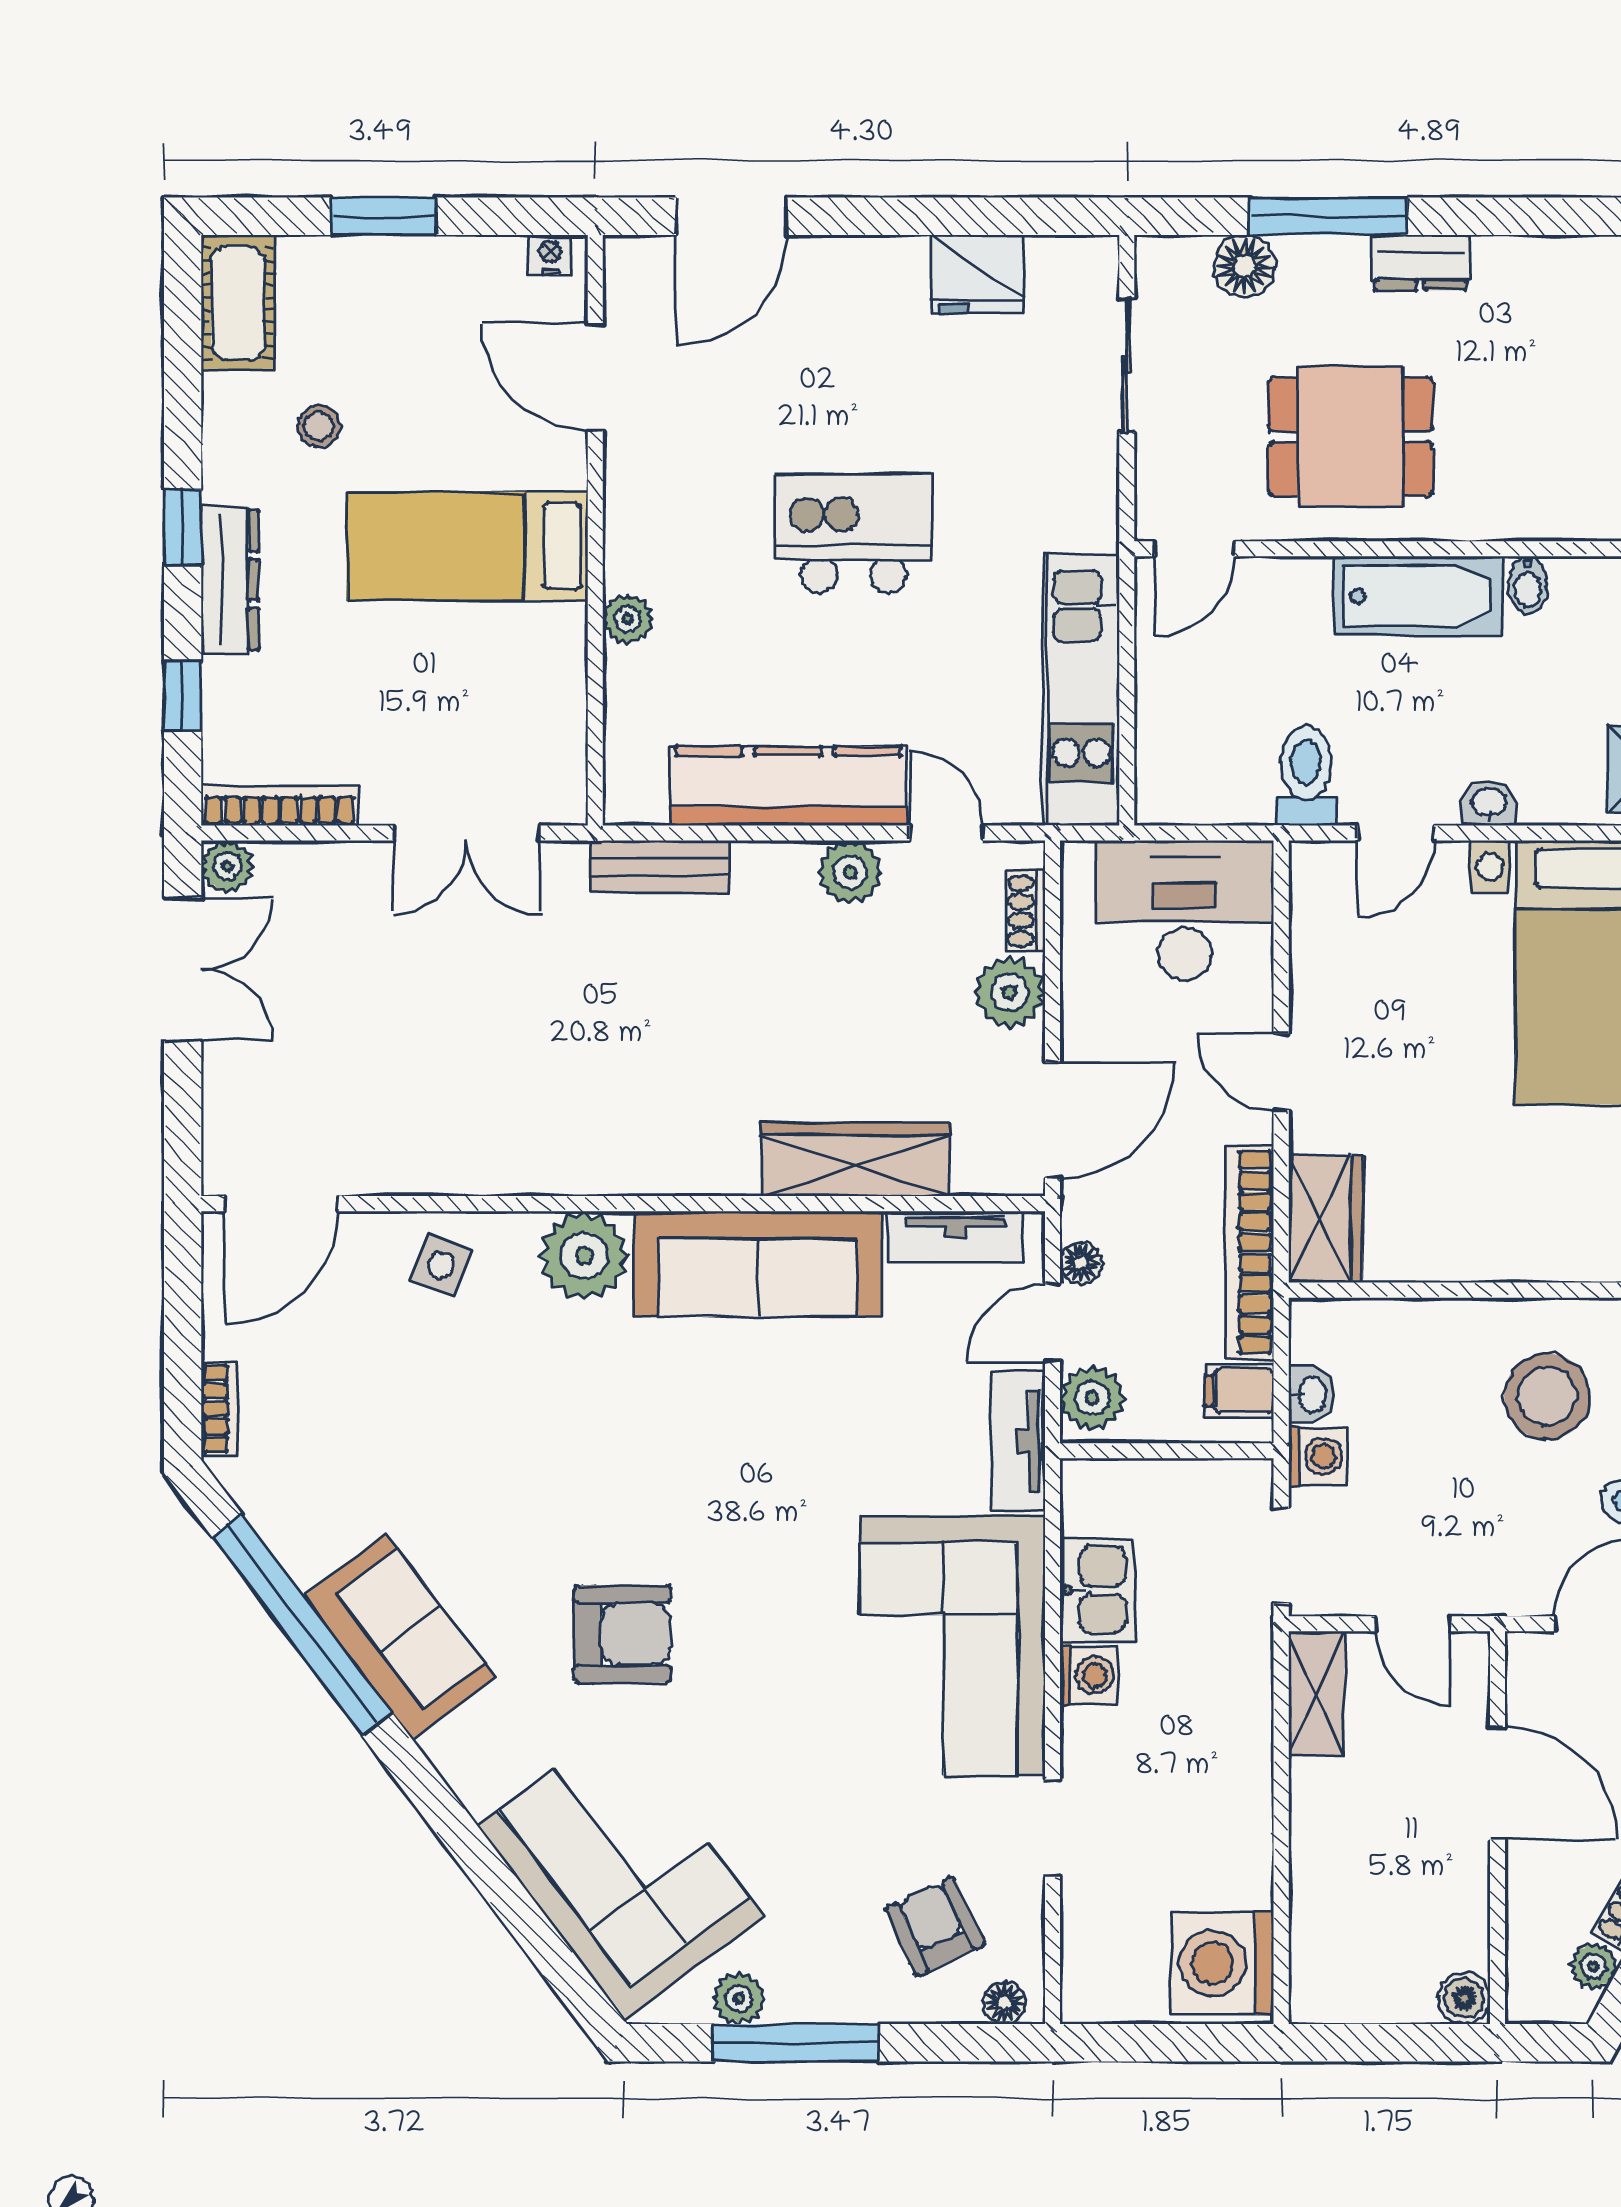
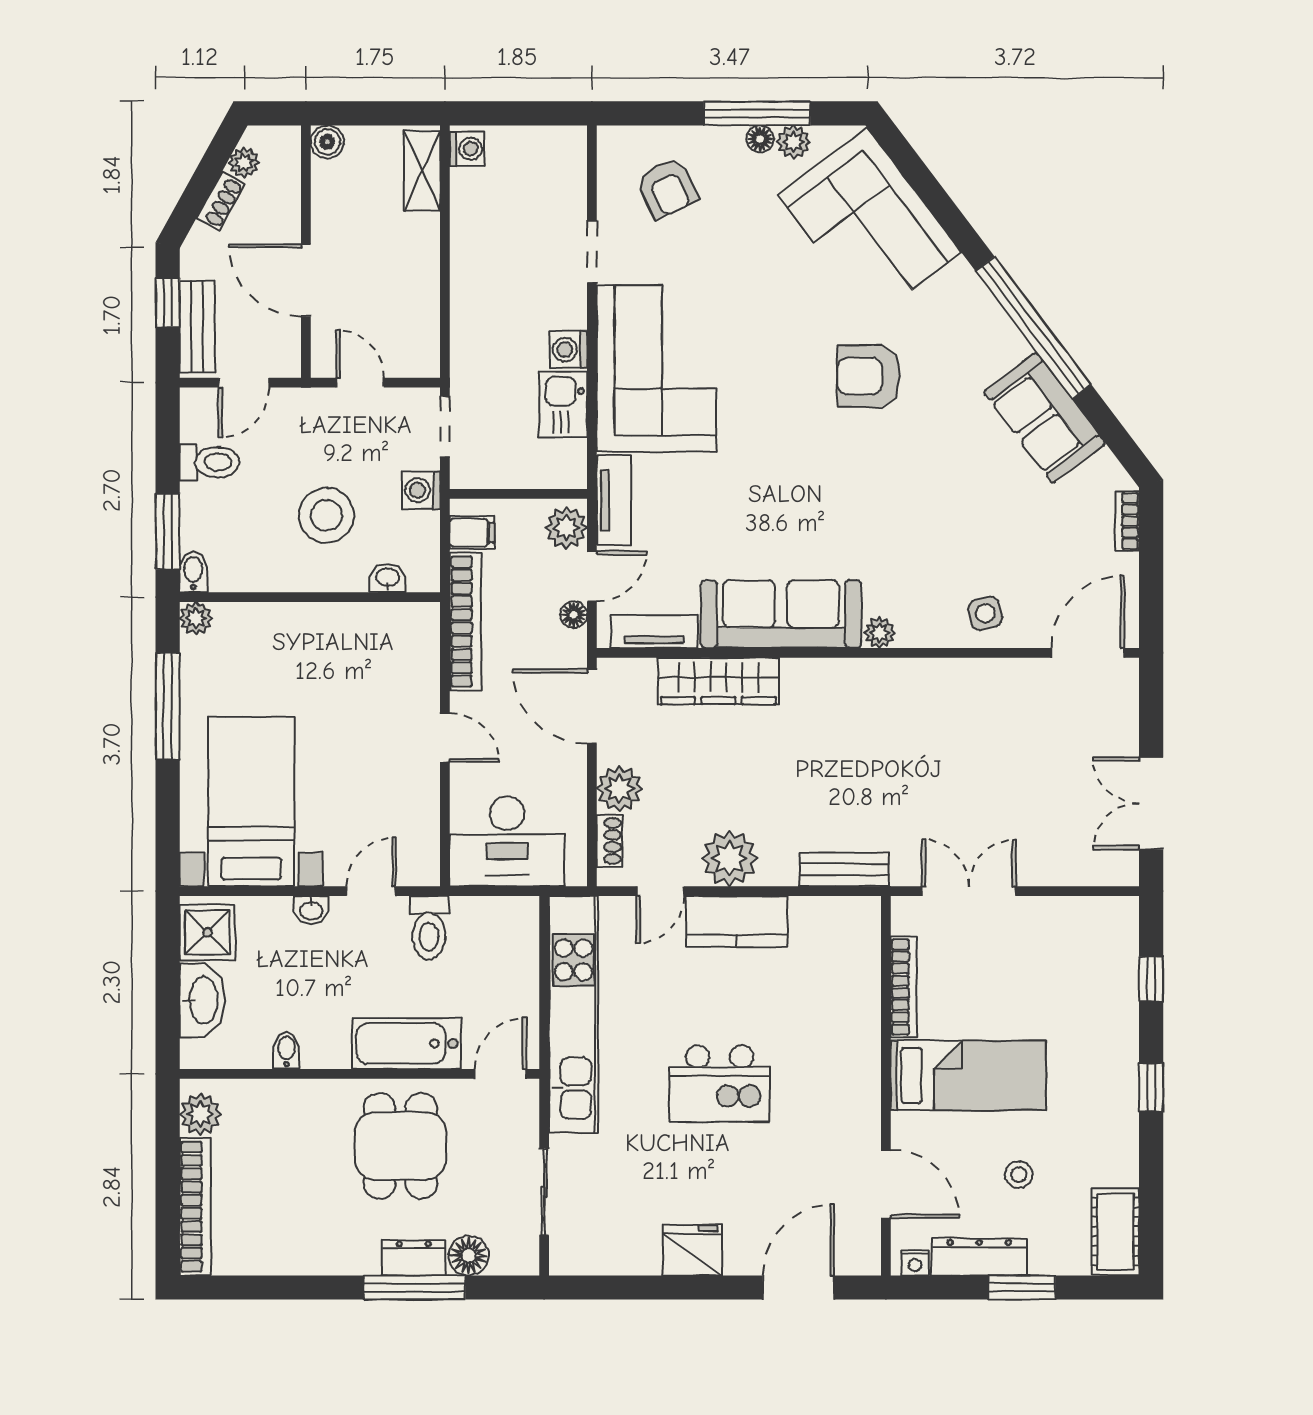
dresser: (1421, 262) -> (414, 1258), moved
fridge: (977, 274) -> (693, 1250), moved
stool: (319, 426) -> (1019, 1175), moved
dining table: (1350, 437) -> (400, 1146), turned 90
dresser: (230, 580) -> (979, 1257), moved, turned 90
bathtub: (1419, 596) -> (406, 1044), moved
plant: (628, 619) -> (865, 1029), removed
kitchen unit: (1081, 690) -> (573, 1015), width x1.36
kitchen counter: (788, 786) -> (736, 921), width x0.67
bookcase: (280, 805) -> (904, 987), moved, turned -90
door: (946, 833) -> (660, 891), hinge flipped
plant: (227, 866) -> (1122, 870), removed
plant: (850, 872) -> (729, 858), width x1.36, depth x1.36
door: (1053, 1120) -> (592, 707), hinge flipped
wardrobe: (1326, 1219) -> (416, 643), removed
plant: (584, 1256) -> (879, 633), width x0.53, depth x0.53
side table: (441, 1265) -> (985, 613), turned -35
washbasin: (1311, 1394) -> (388, 578), moved, turned 90
stool: (1547, 1396) -> (326, 515), moved
window: (302, 1625) -> (1033, 328), moved
sofa: (399, 1637) -> (1045, 418), moved
shelving: (1317, 1694) -> (422, 171), moved
washing machine: (1223, 1963) -> (467, 149), width x0.53, depth x0.53
floor lamp: (1005, 2003) -> (760, 139), moved

